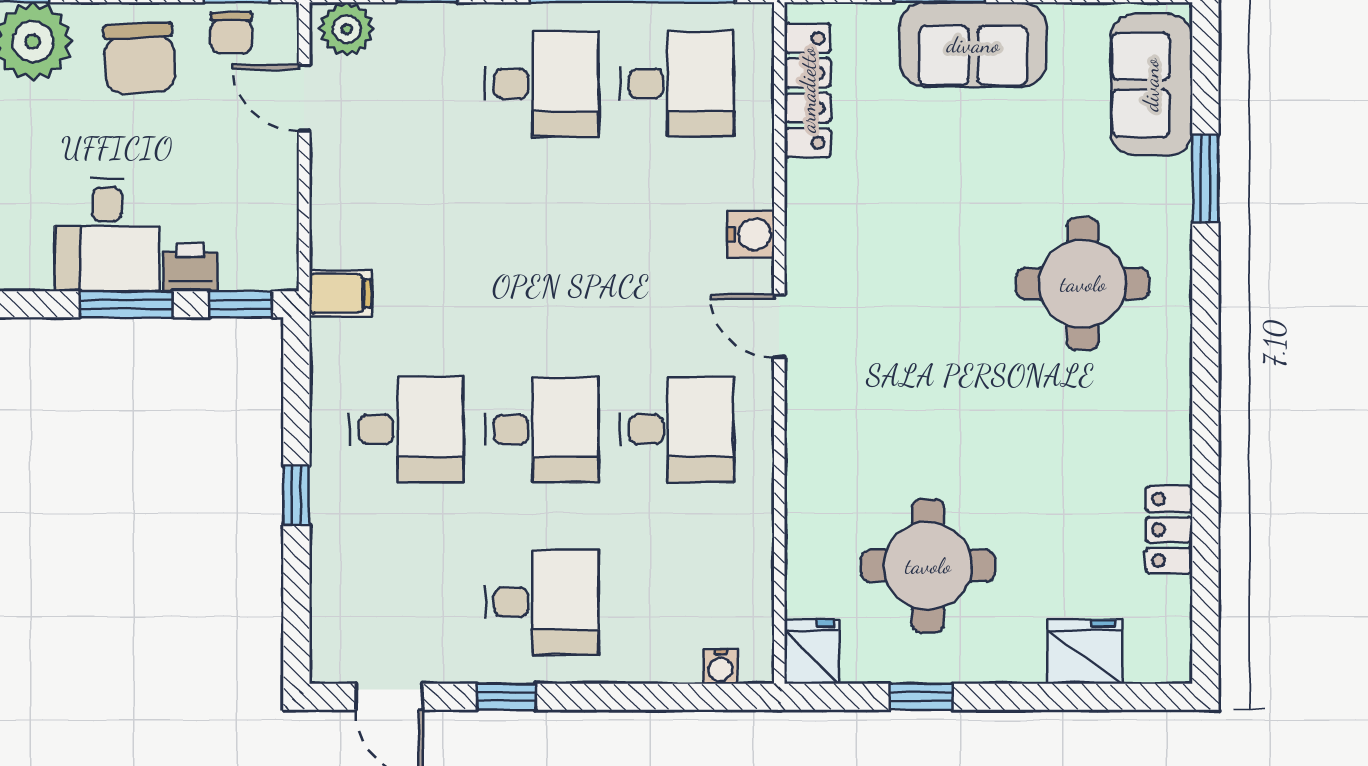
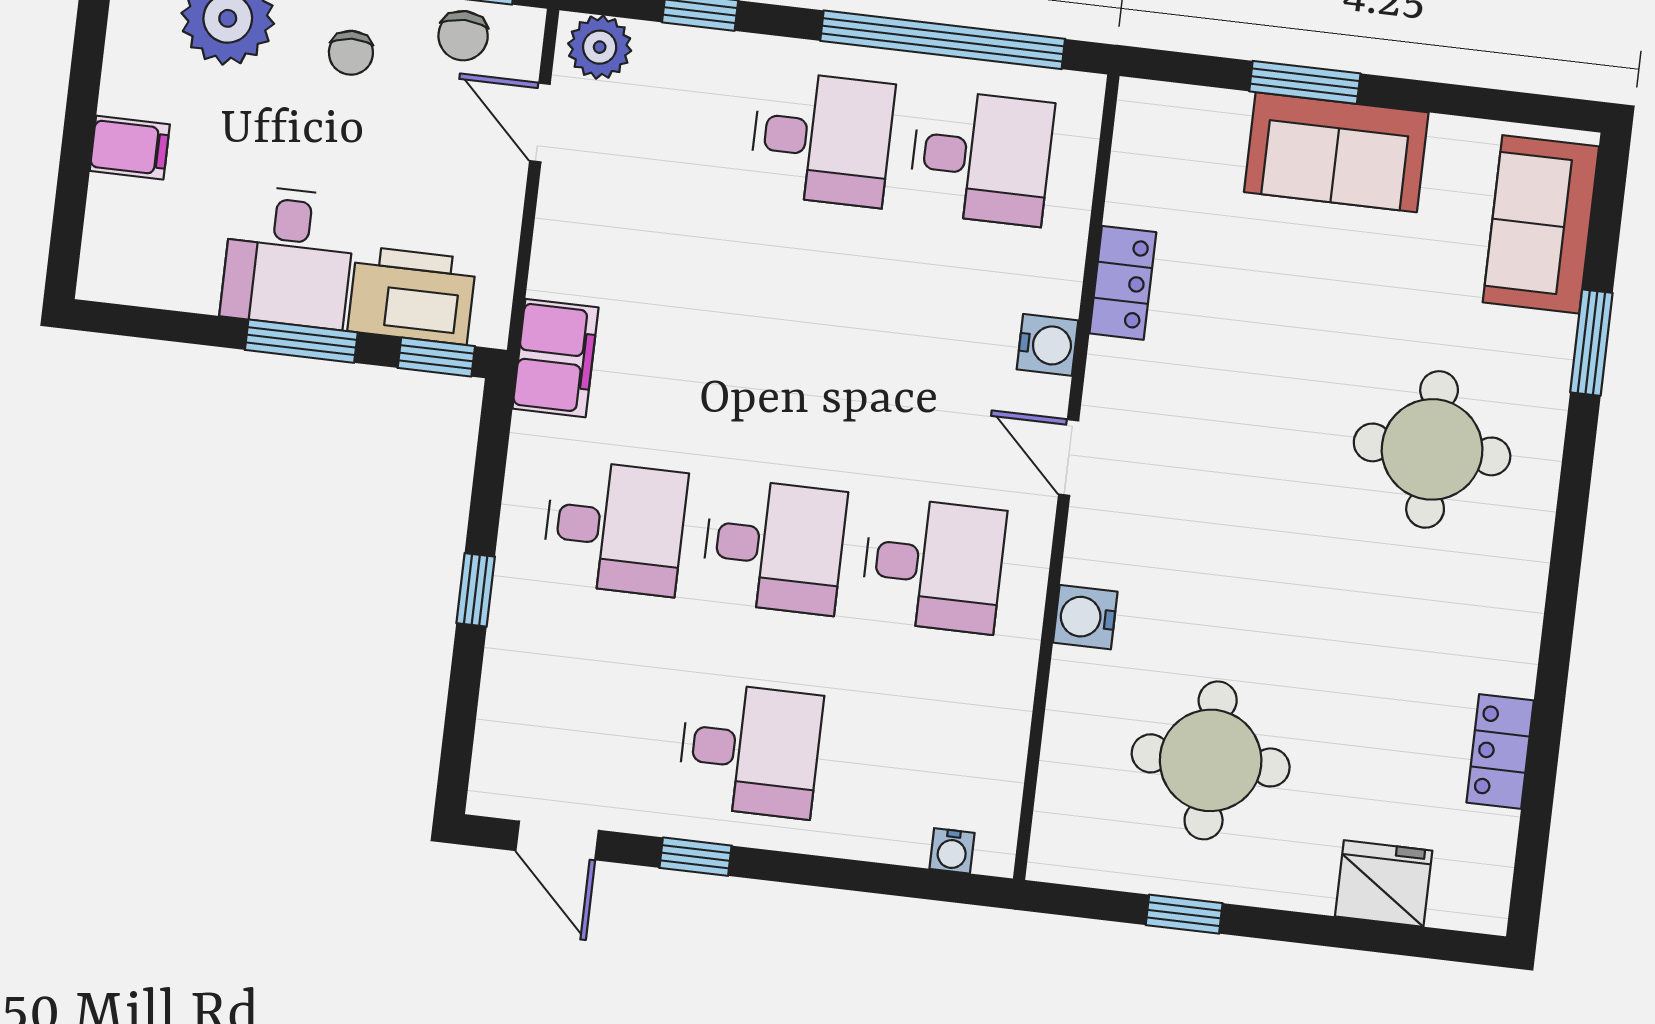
chair: (139, 58) -> (351, 53), width x0.54, depth x0.54
locker: (808, 90) -> (1123, 283), moved, width x0.66
printer: (190, 267) -> (412, 295), width x1.87, depth x1.48
filing cabinet: (340, 293) -> (555, 358), width x2.00
water cooler: (809, 458) -> (1085, 617), added
fridge: (812, 651) -> (1062, 846), removed

